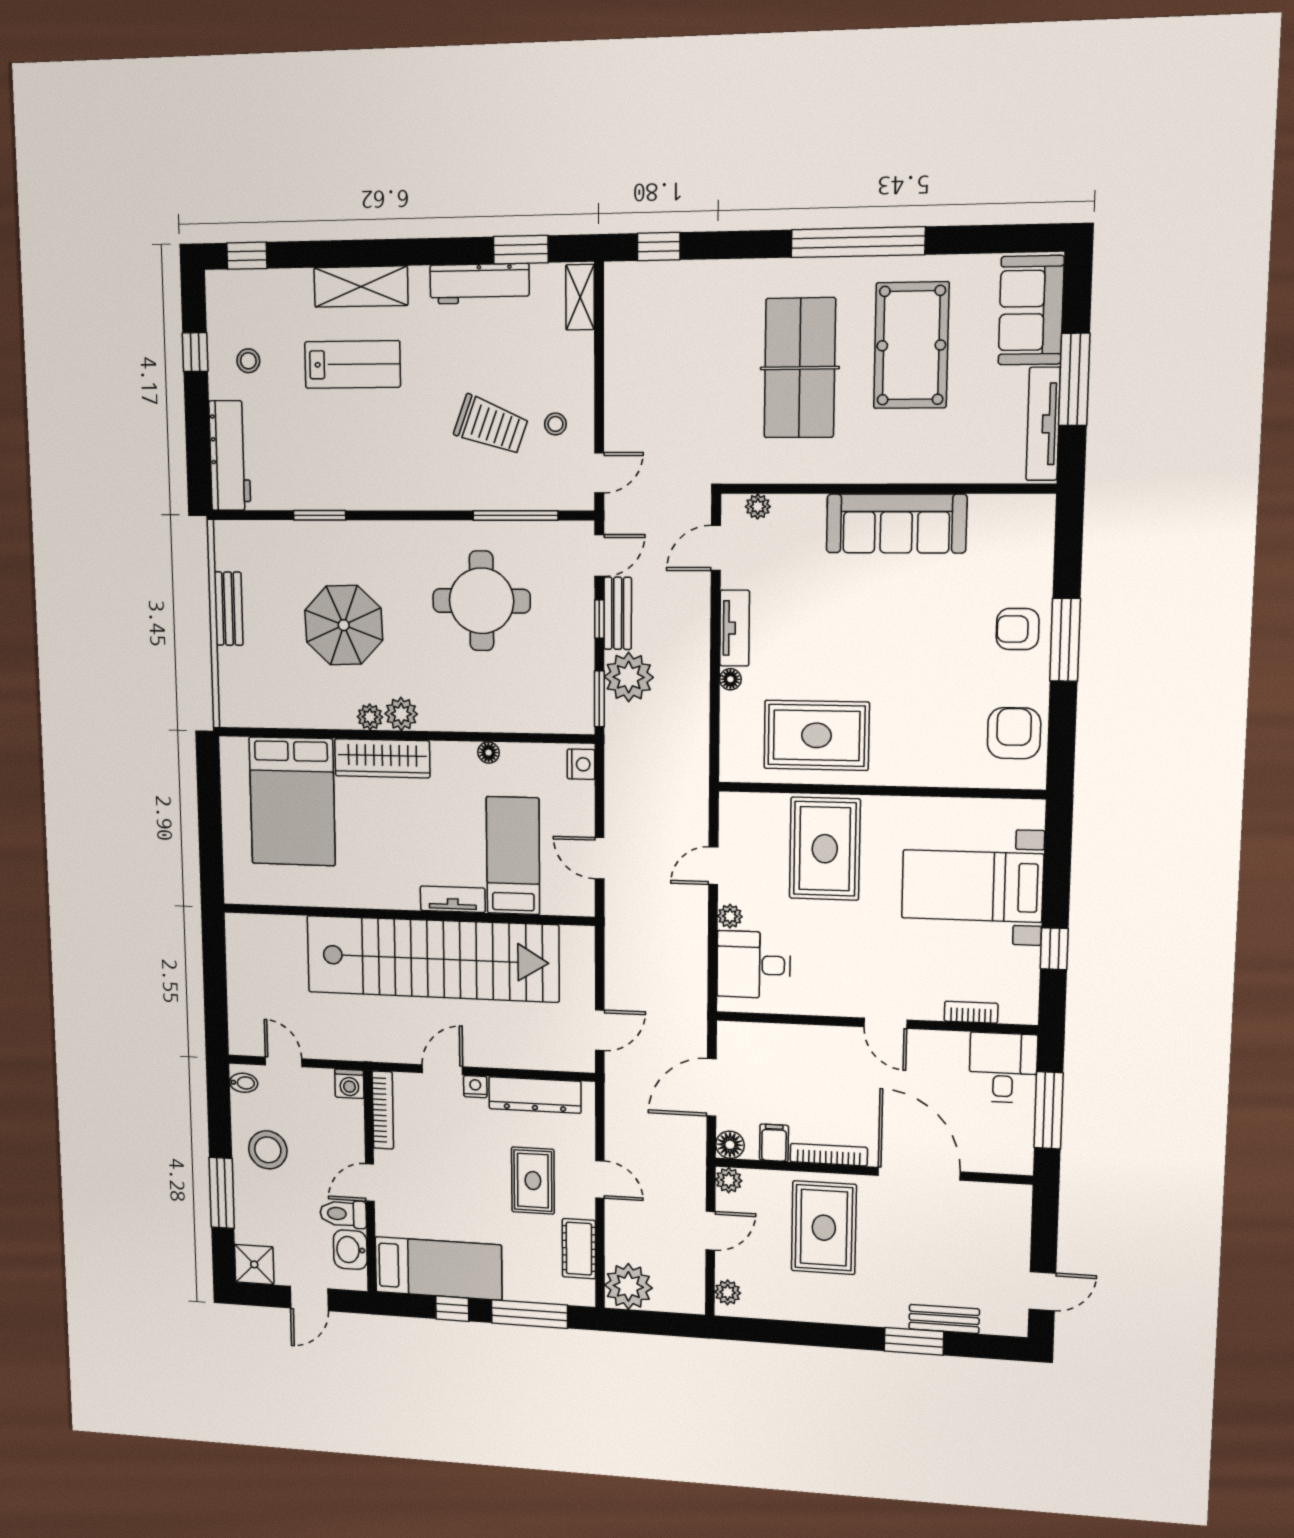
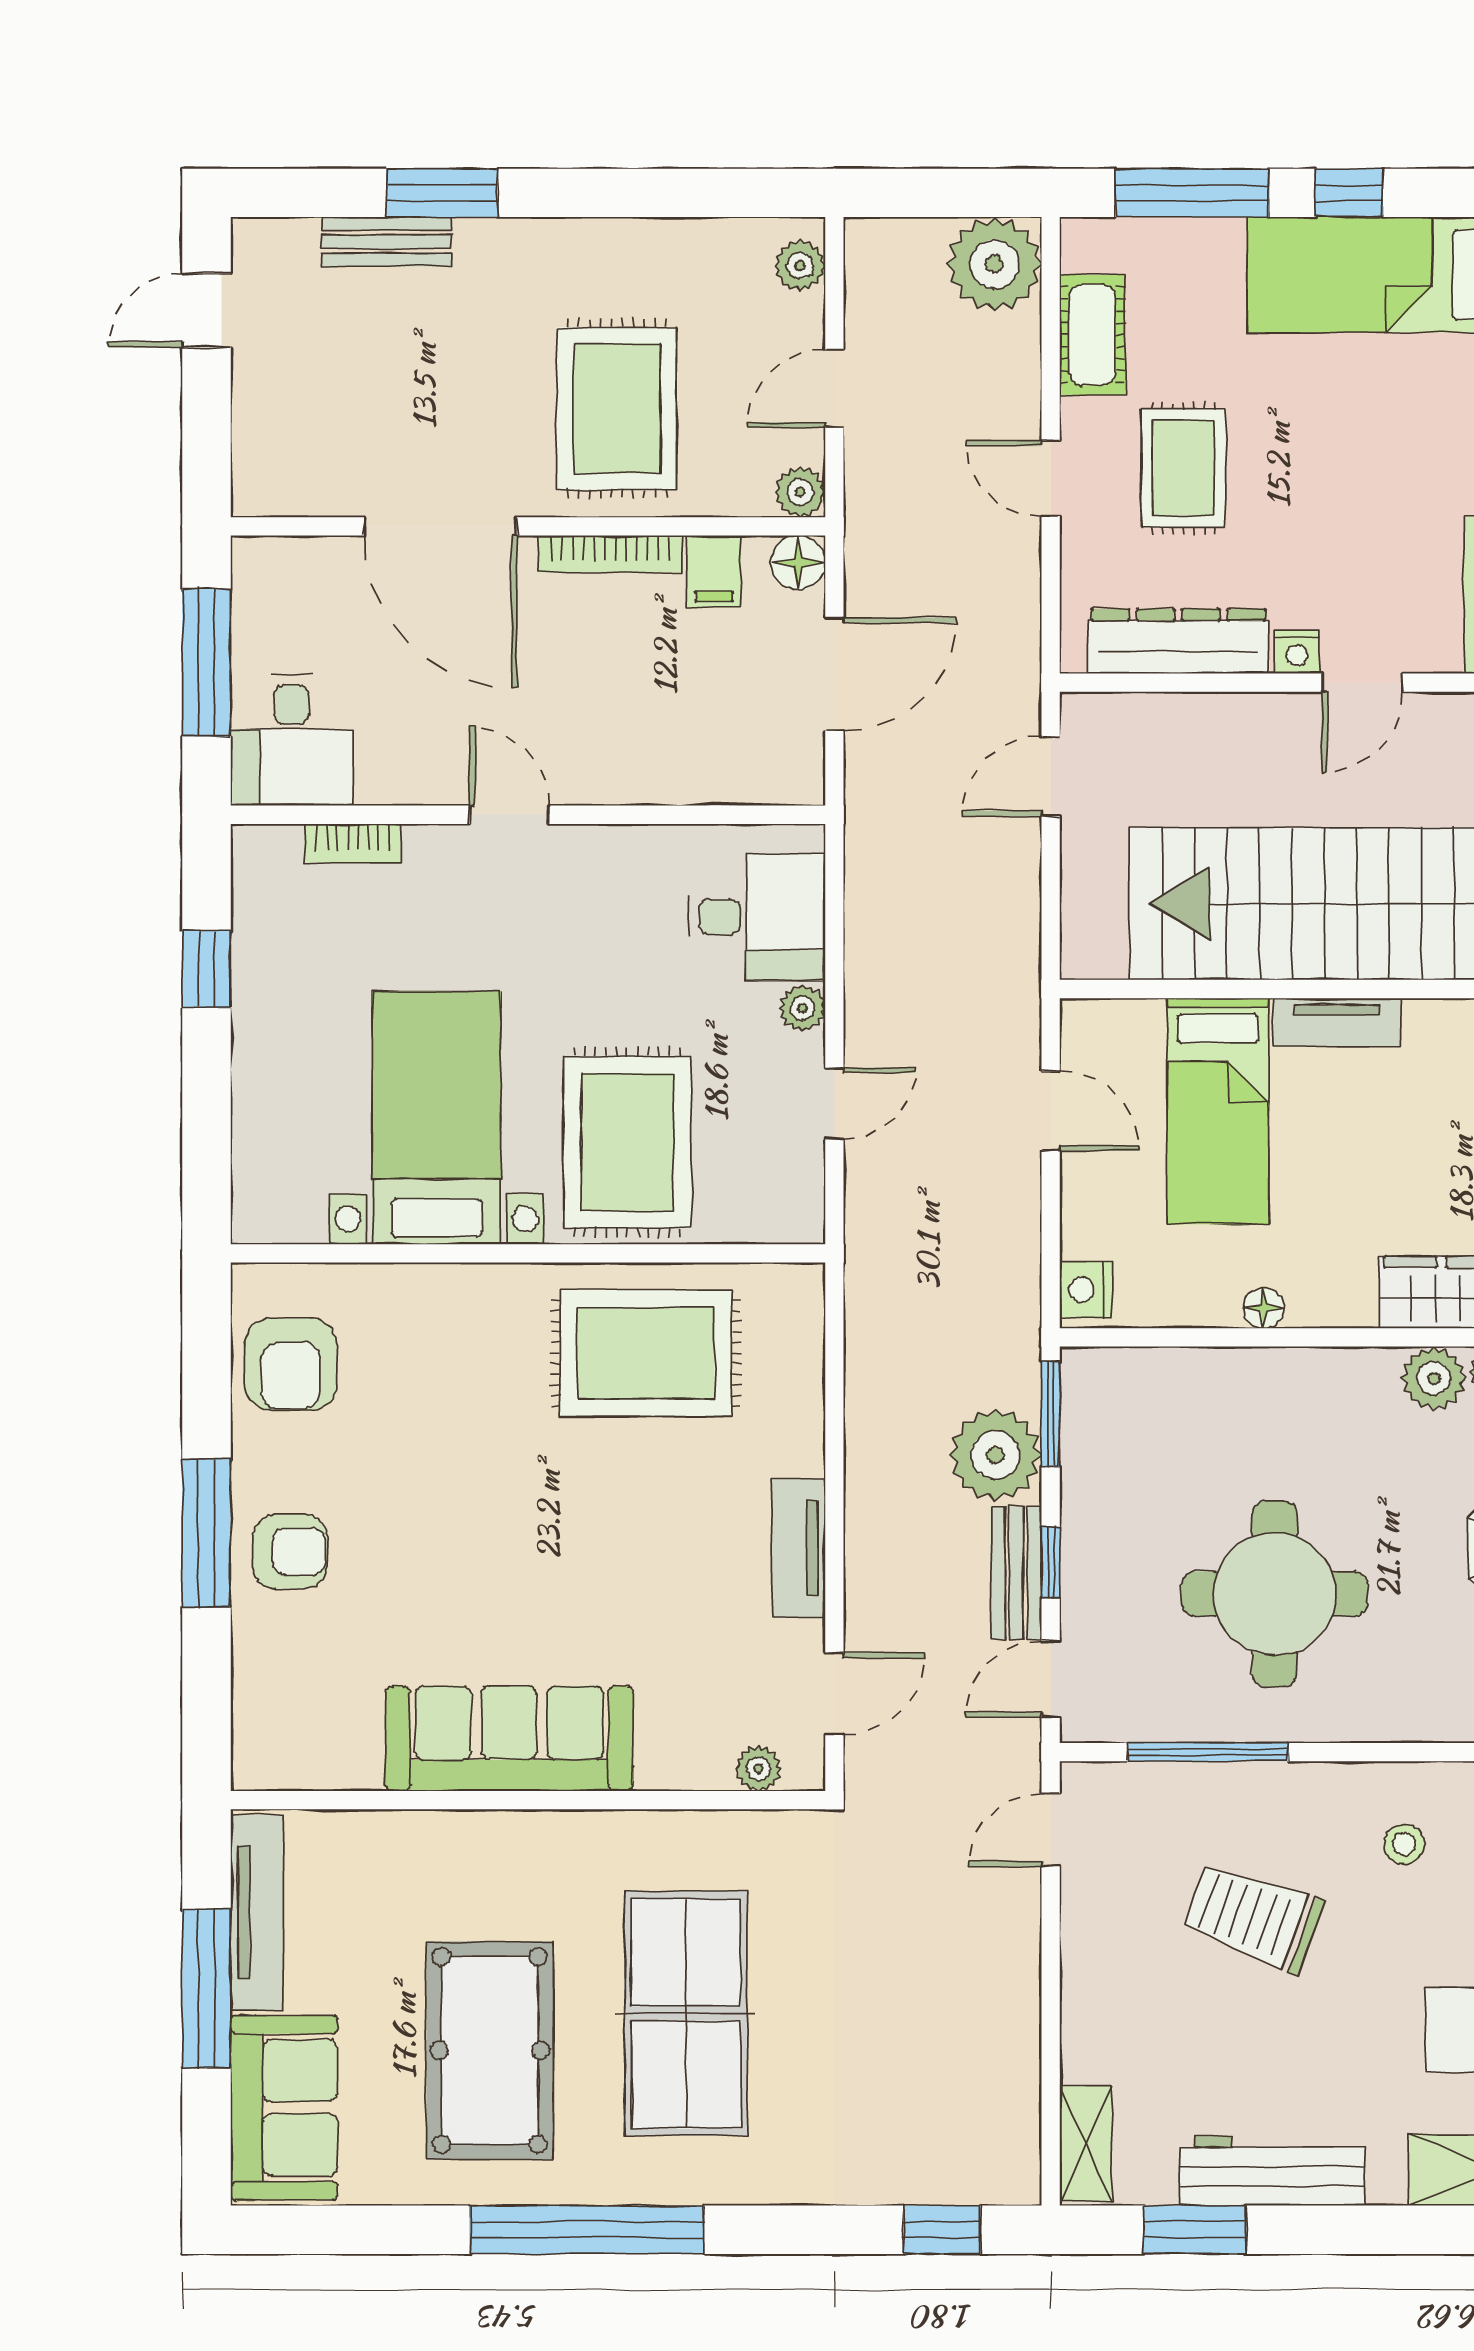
stool: (555, 424) -> (1404, 1844), moved
floor lamp: (730, 679) -> (806, 1454), removed
bed with nightstands: (972, 886) -> (437, 1118), moved, turned -90

